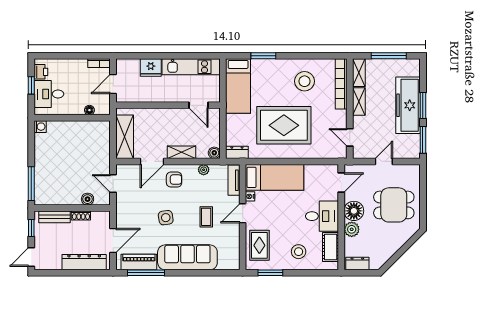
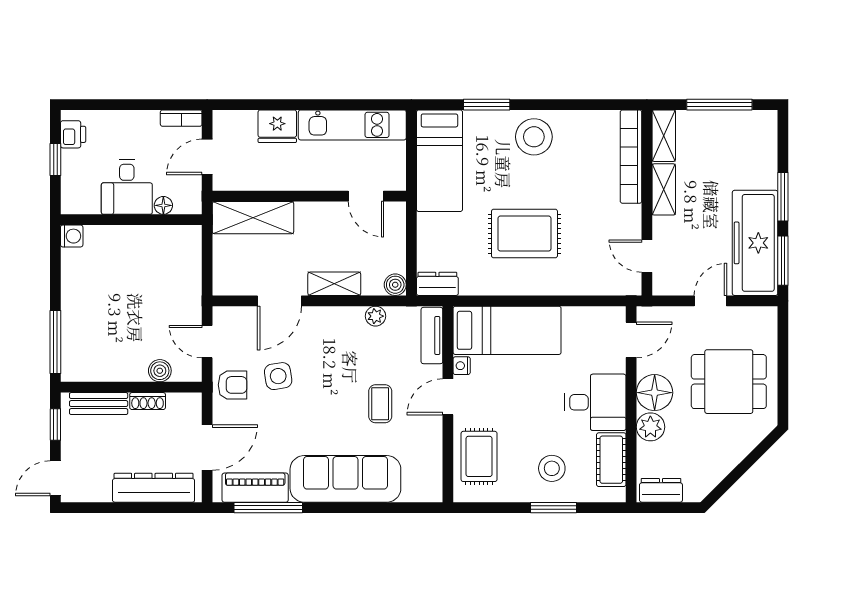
stool: (305, 81) -> (534, 137), moved
desk: (49, 94) -> (127, 187), moved, turned -90
freezer: (408, 105) -> (755, 243), moved
rug: (284, 125) -> (524, 234), width x0.73, depth x0.69
shelving: (125, 137) -> (253, 218), moved, turned 90
armchair: (174, 180) -> (233, 385), moved
side table: (166, 218) -> (278, 376), moved
window: (270, 273) -> (553, 508), moved

